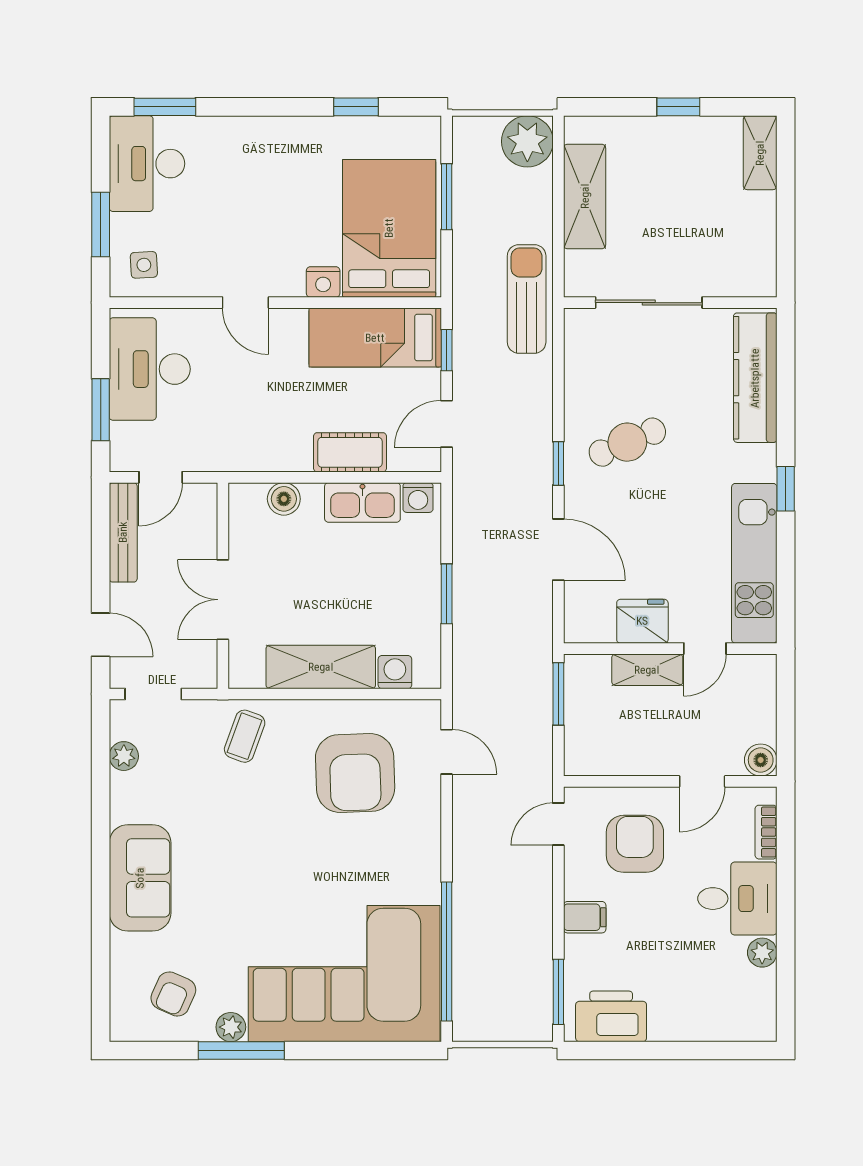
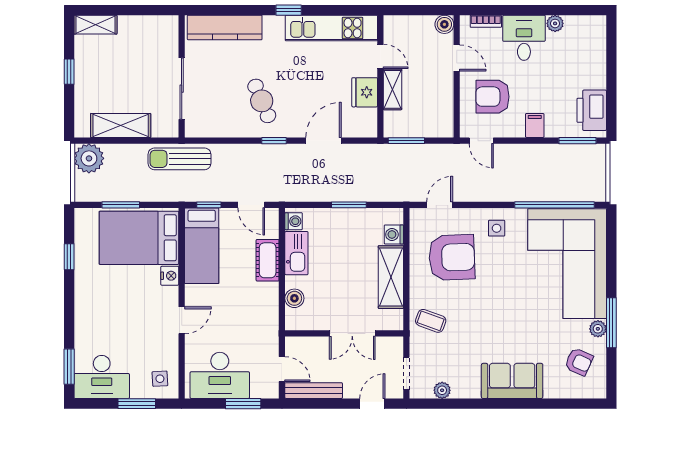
side table: (406, 851) -> (497, 228), added

